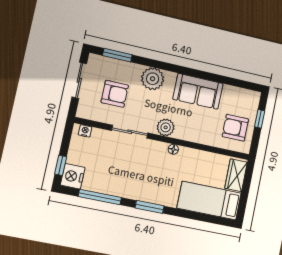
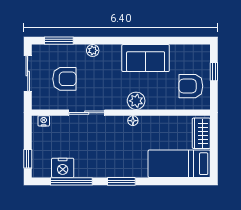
plant: (153, 79) -> (93, 50), width x0.53, depth x0.53
plant: (166, 127) -> (136, 101), moved
nightstand: (73, 176) -> (63, 168), moved, turned -90

